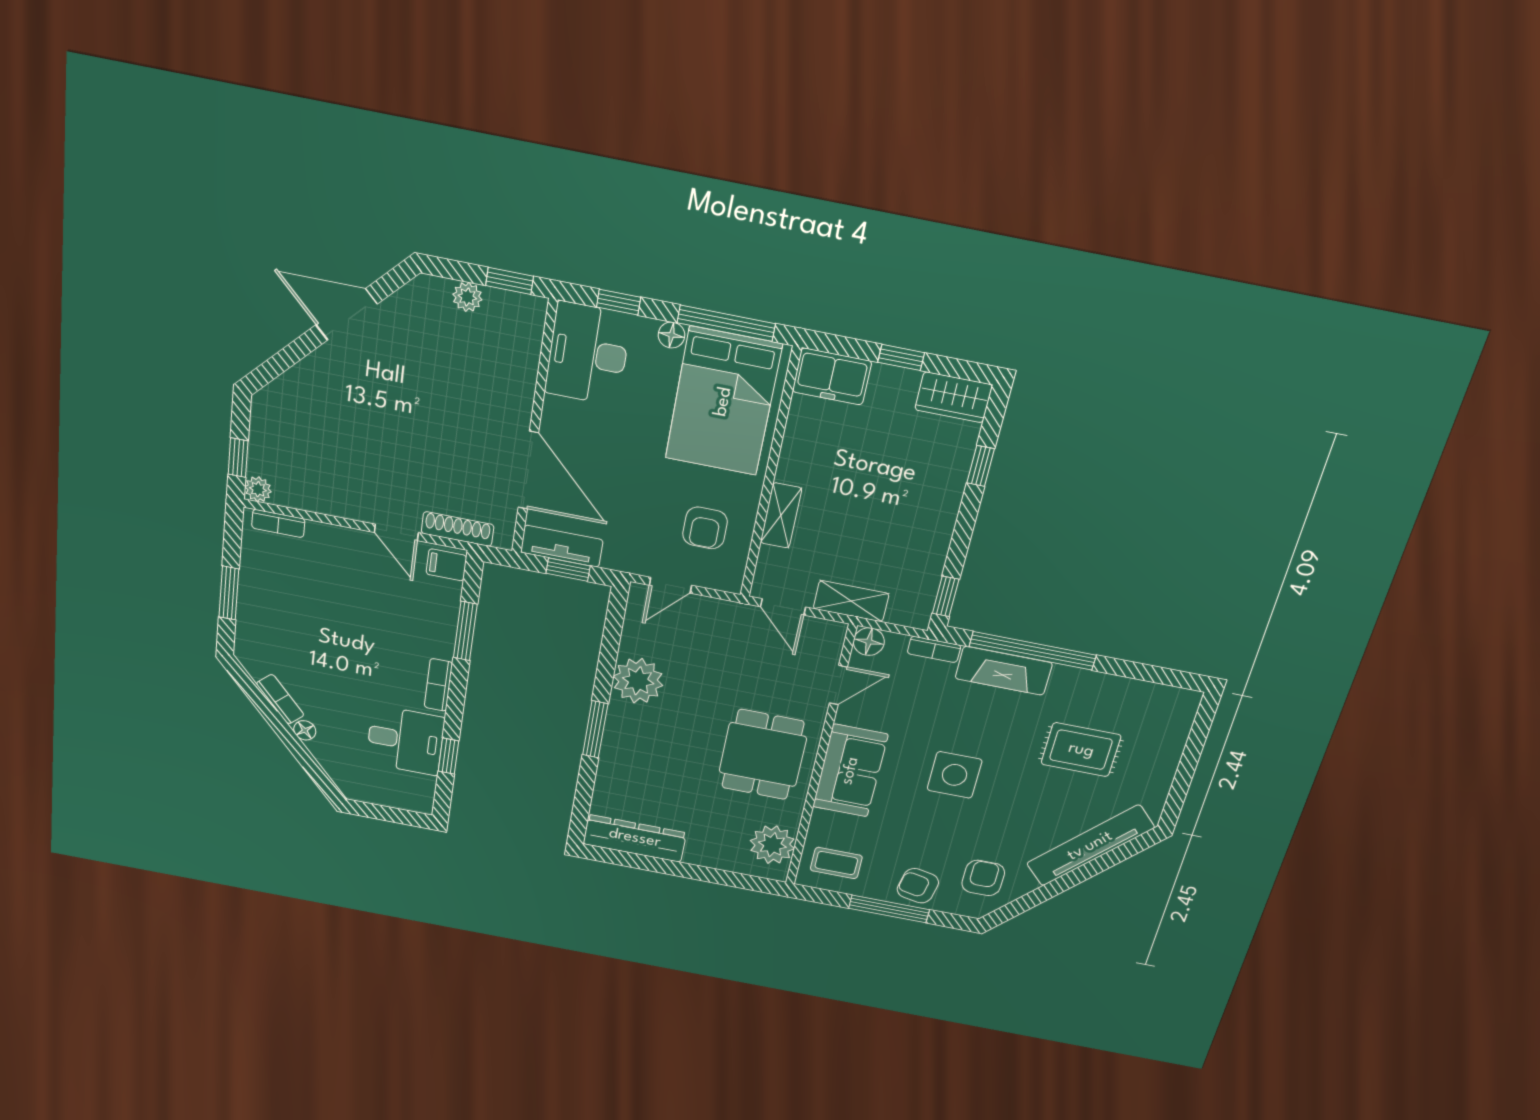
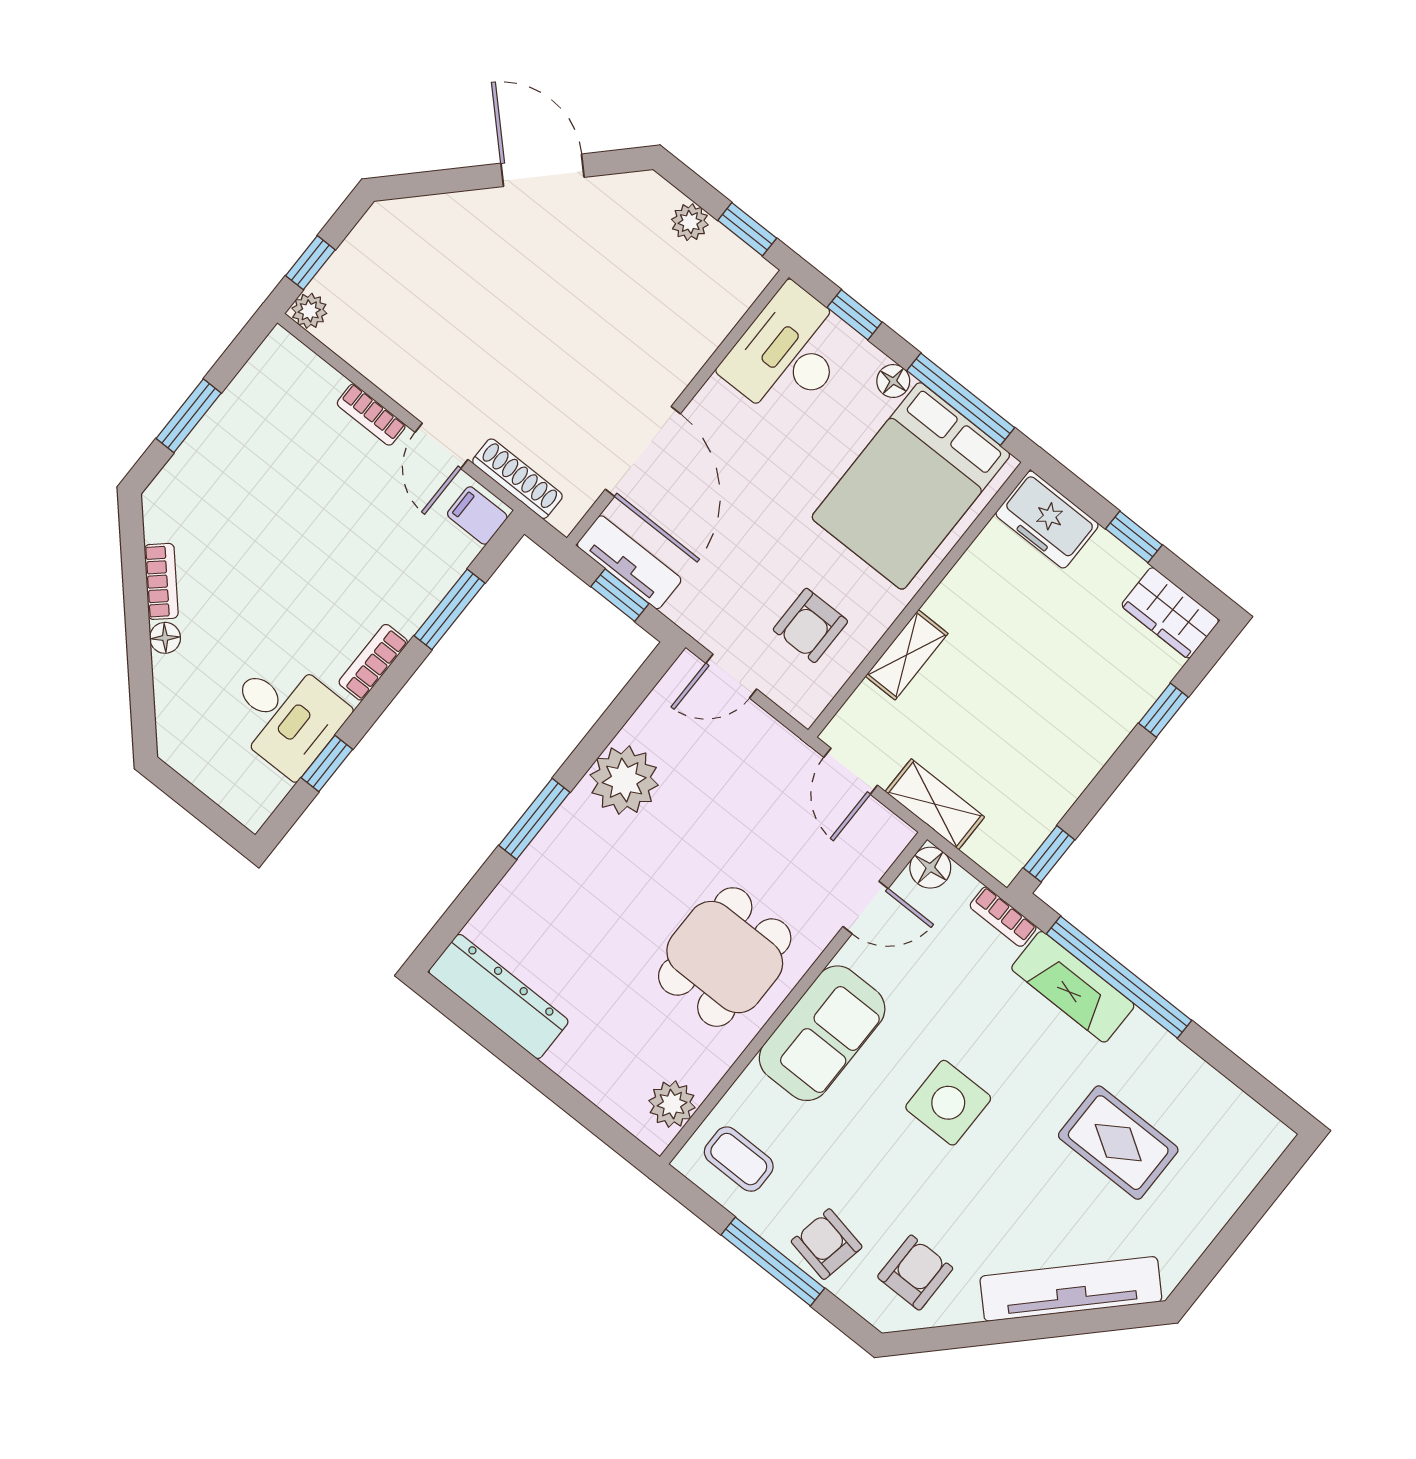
bookcase: (278, 523) -> (371, 415), moved
plant: (772, 845) -> (672, 1104), width x0.73, depth x0.73

